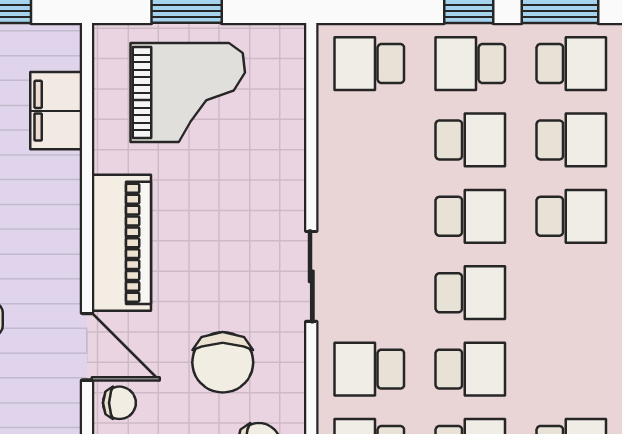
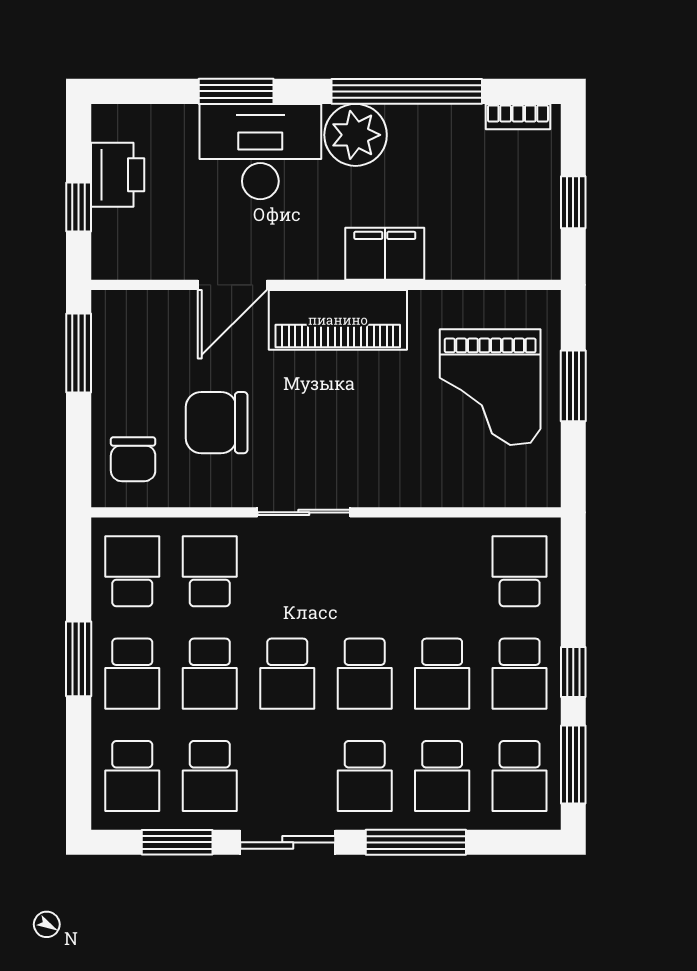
school desk: (470, 64) -> (520, 674), turned 180
filing cabinet: (56, 111) -> (385, 254), moved
school desk: (571, 369) -> (210, 776), added
chair: (119, 403) -> (176, 318), removed

